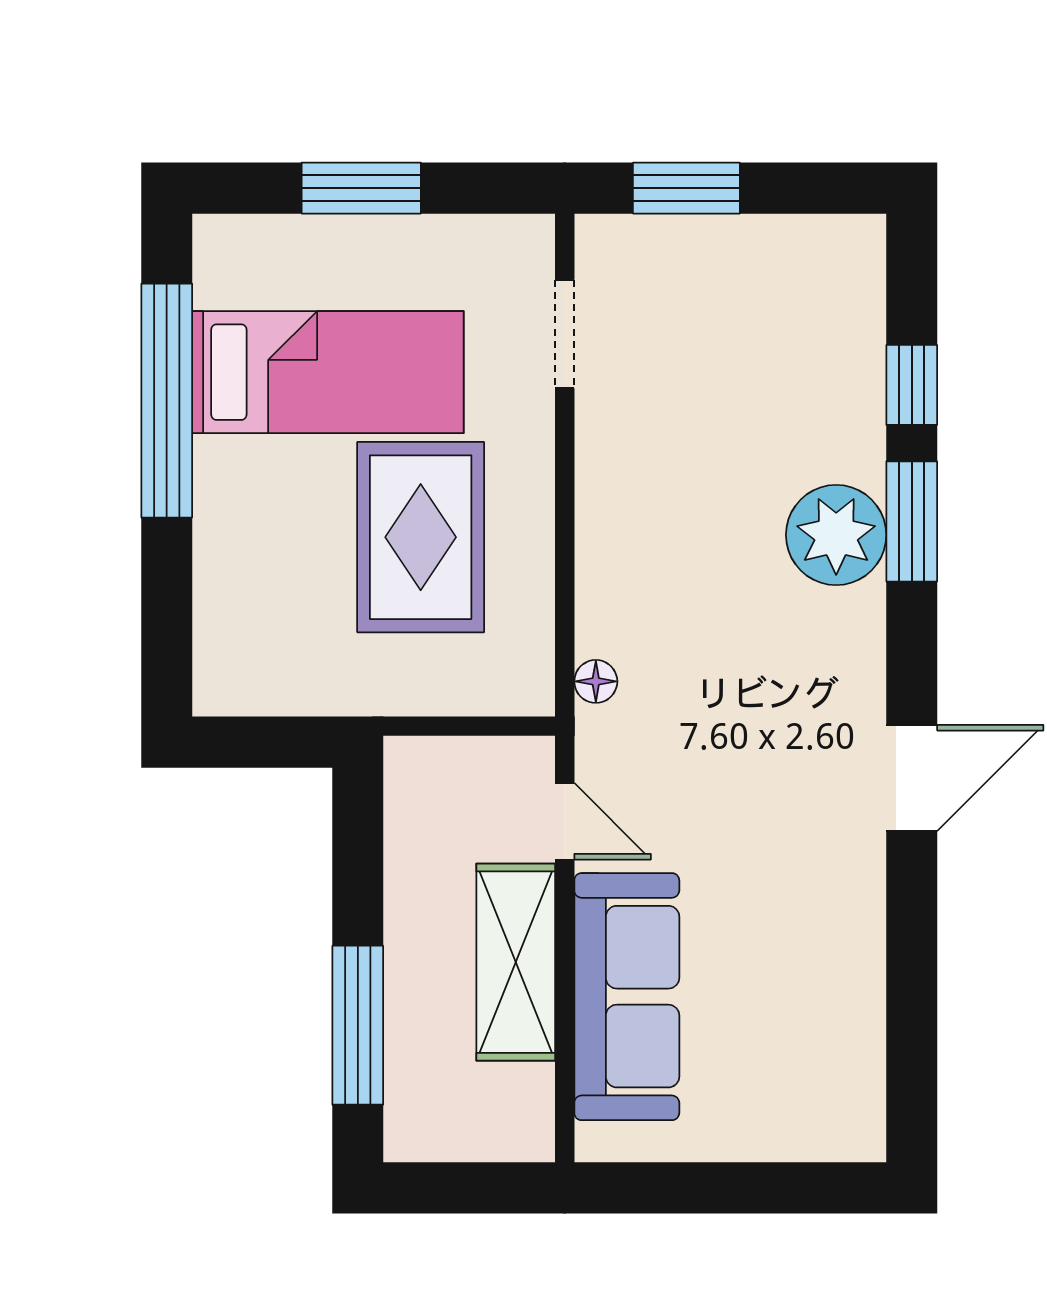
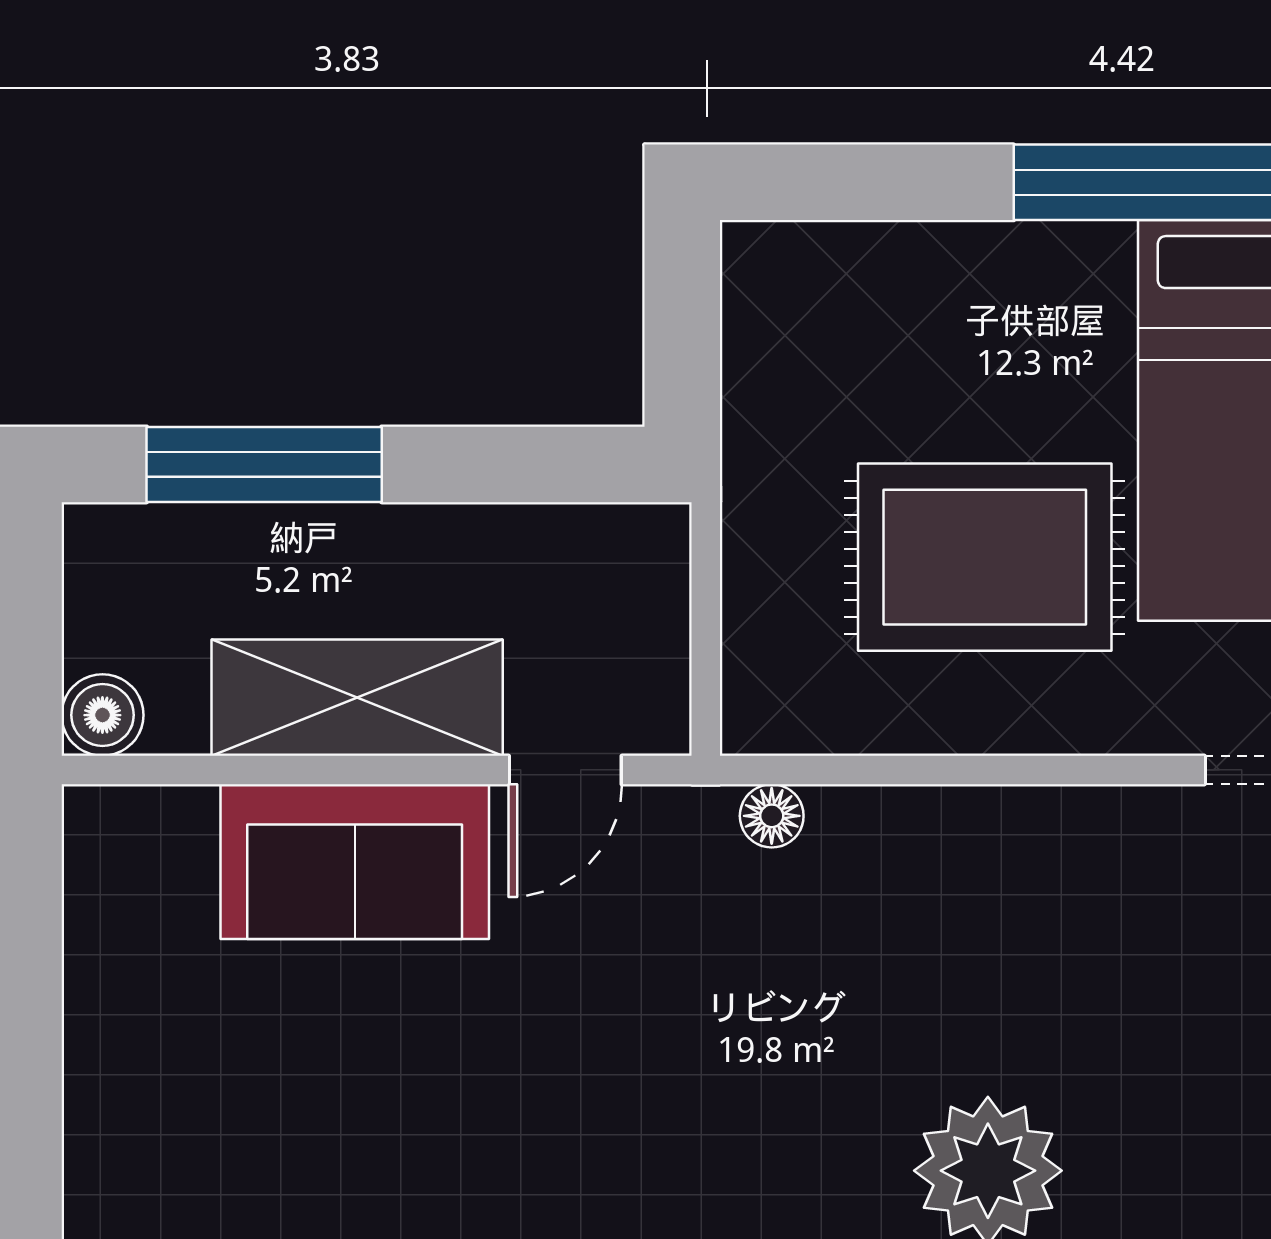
sofa: (627, 997) -> (355, 862), width x0.73
boiler: (527, 1135) -> (102, 715), added

